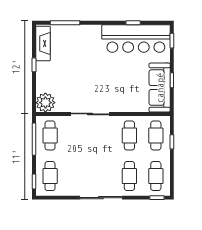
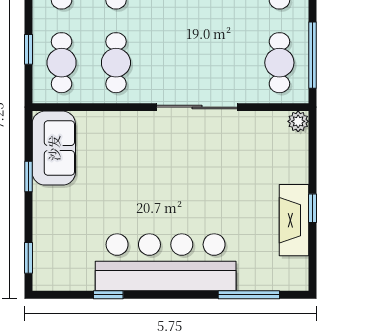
bar counter: (136, 39) -> (166, 262), moved
fireplace: (43, 44) -> (294, 220), moved
sofa: (160, 88) -> (54, 148), width x0.73
plant: (45, 103) -> (298, 121), width x0.53, depth x0.53

